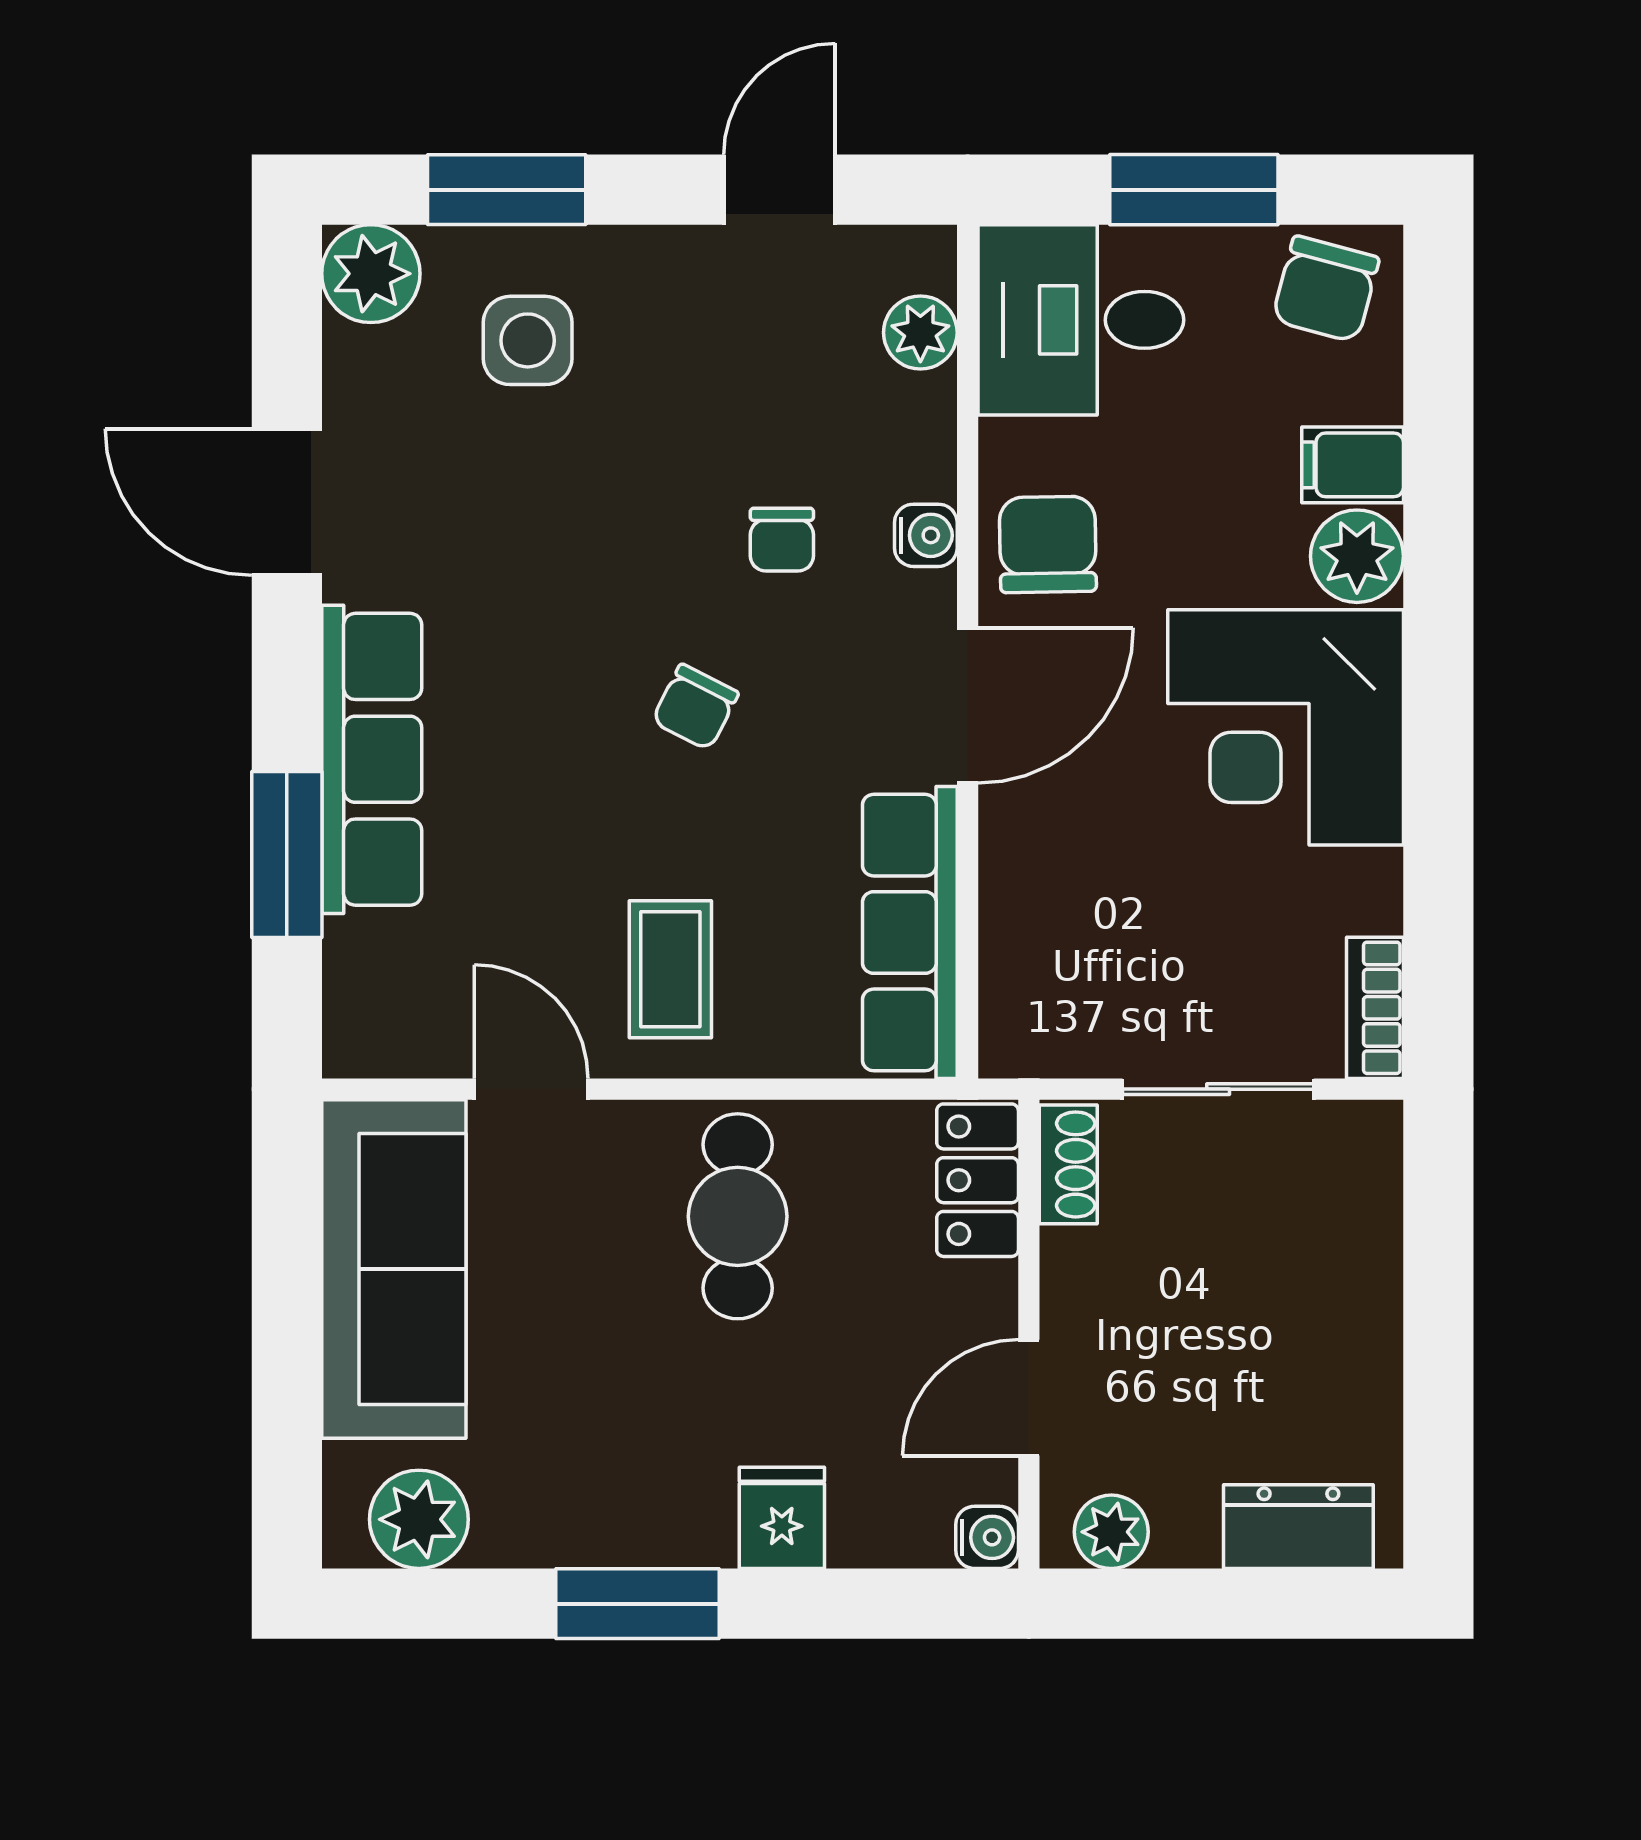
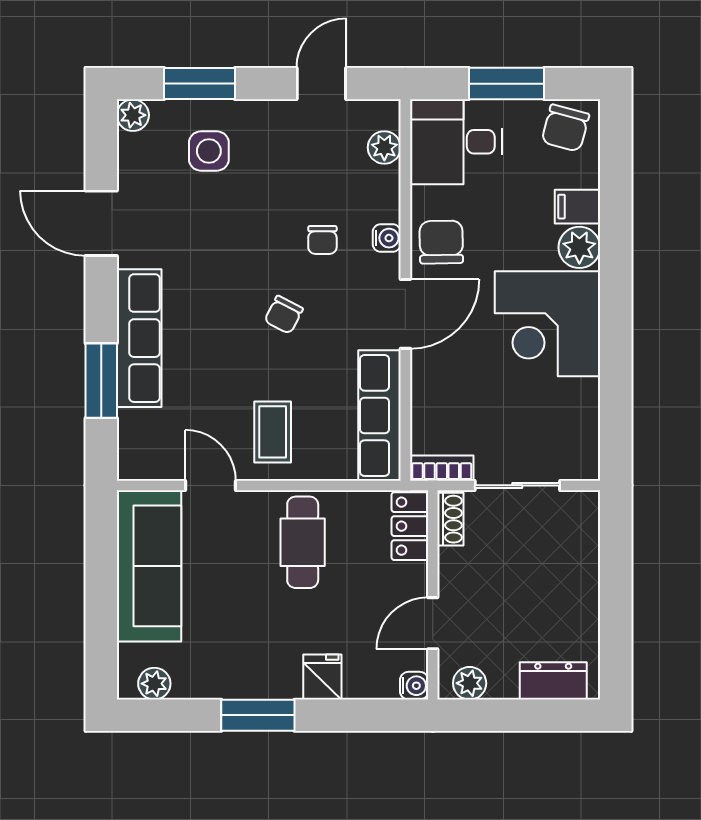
plant: (371, 274) -> (133, 115), width x0.73, depth x0.73
bookcase: (1375, 1008) -> (442, 468), moved, turned 90
plant: (419, 1519) -> (154, 684), width x0.73, depth x0.73

